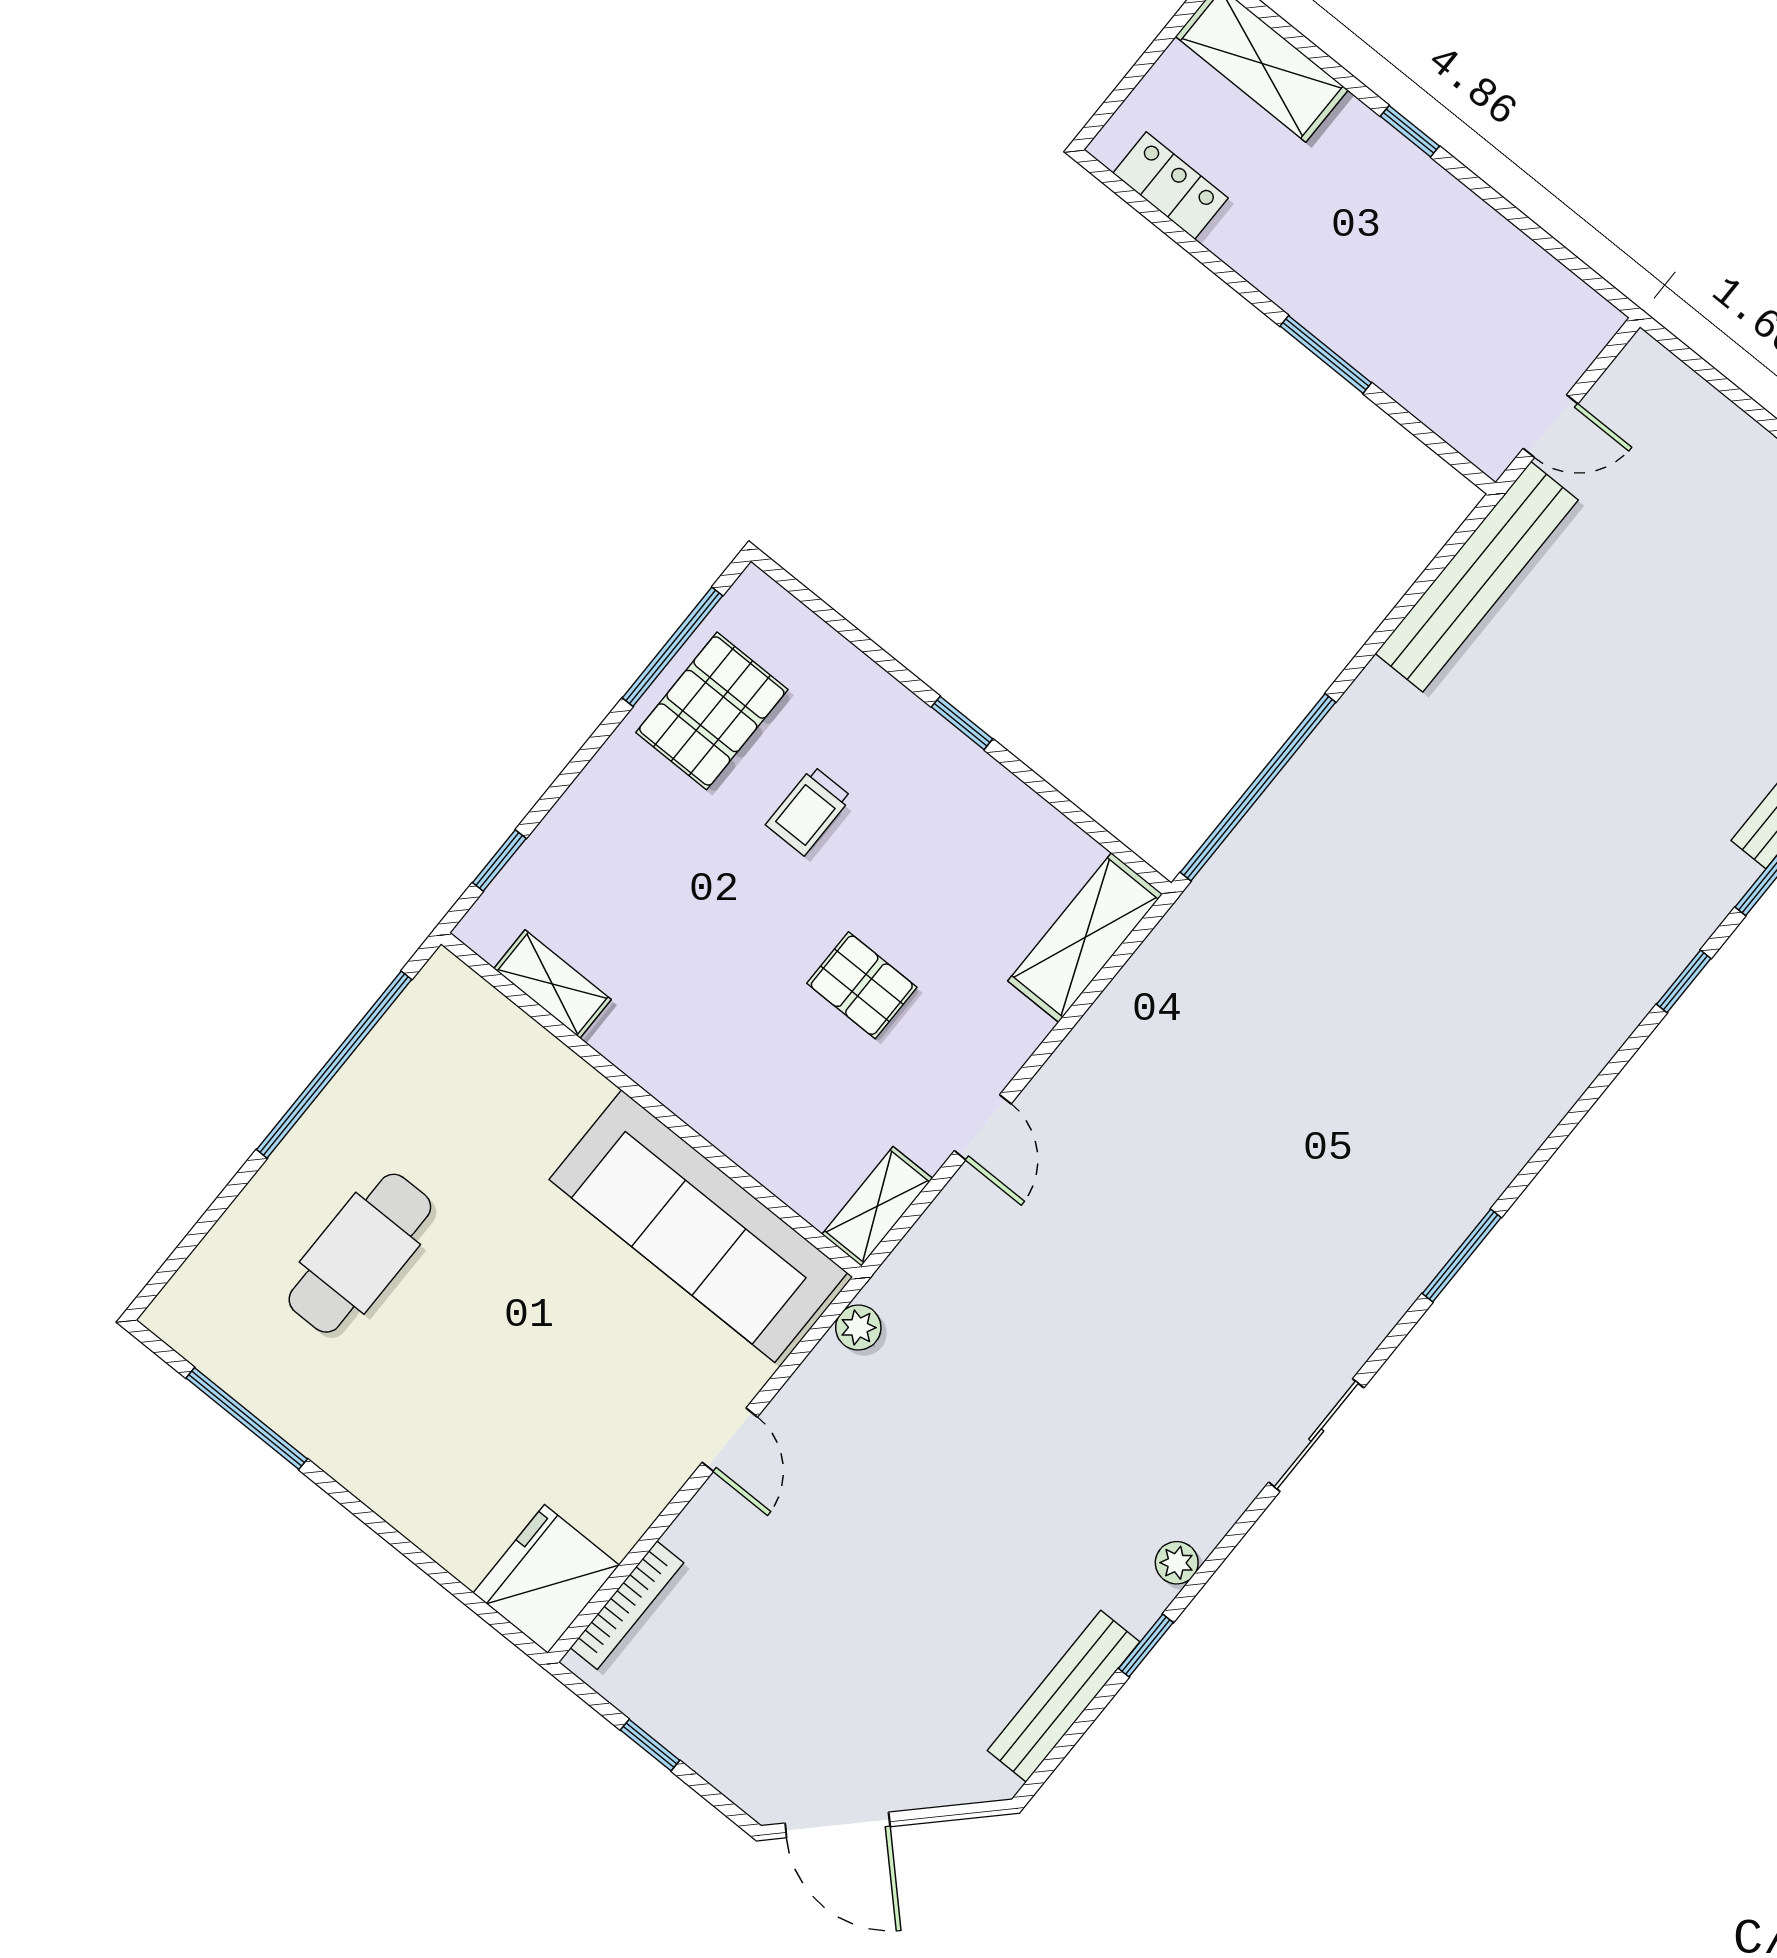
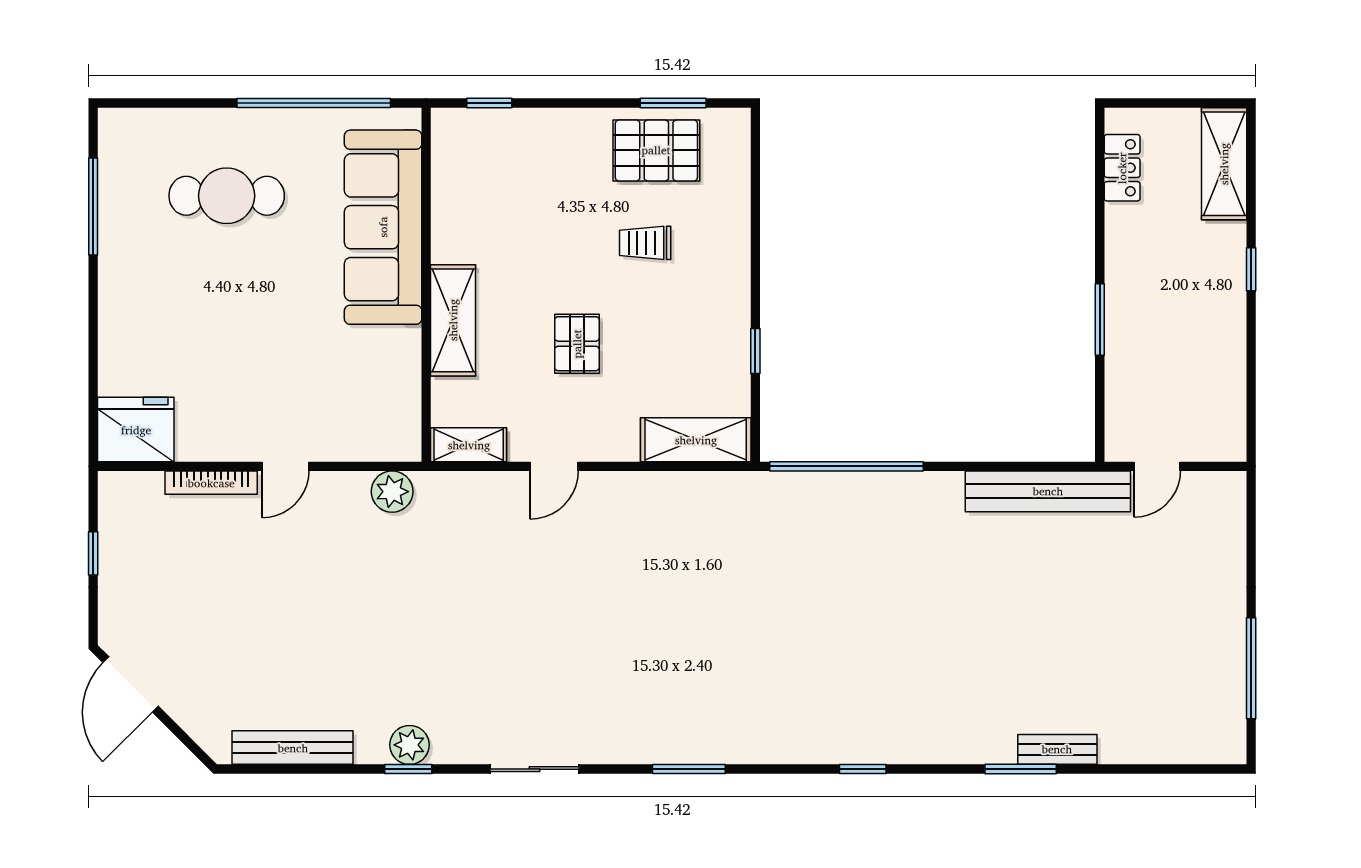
door: (1550, 426) -> (1157, 466), hinge flipped
window: (672, 647) -> (673, 103), width x0.69
window: (962, 723) -> (755, 351), moved
window: (1684, 981) -> (863, 769), moved
shelving: (552, 984) -> (453, 320), moved, width x1.50, depth x1.33
sofa: (698, 1226) -> (383, 227), moved
plant: (858, 1328) -> (392, 492), width x1.38, depth x1.38
plant: (1177, 1563) -> (409, 745), width x1.38, depth x1.38
bookcase: (627, 1605) -> (211, 483), moved
window: (1146, 1645) -> (408, 769), moved

